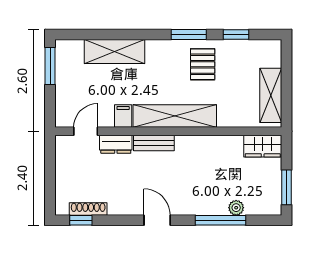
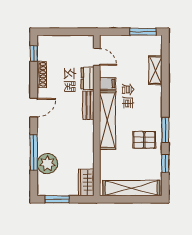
shelving: (114, 52) -> (155, 70), width x0.67, depth x0.75
shelving: (271, 95) -> (131, 188), width x1.47
plant: (236, 208) -> (47, 164), width x1.88, depth x1.88
shoe rack: (88, 209) -> (42, 74), moved

